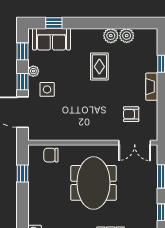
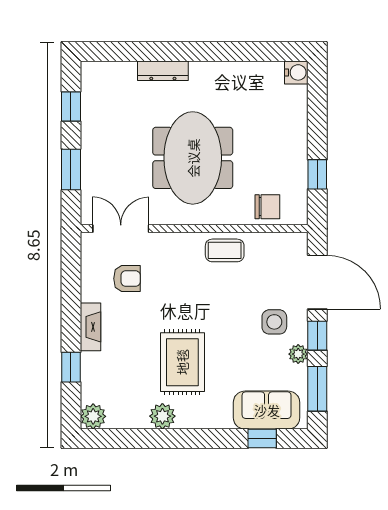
plant: (127, 36) -> (93, 416), moved
window: (23, 51) -> (317, 389), width x1.50
rug: (99, 67) -> (182, 362), width x1.36, depth x1.43
coffee table: (75, 130) -> (225, 250), added

